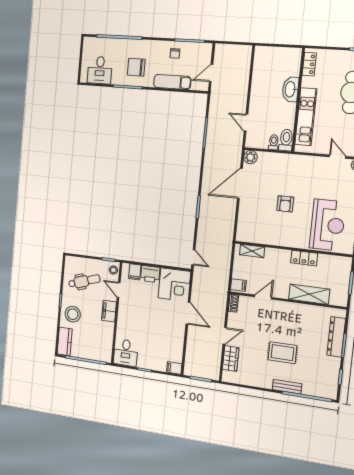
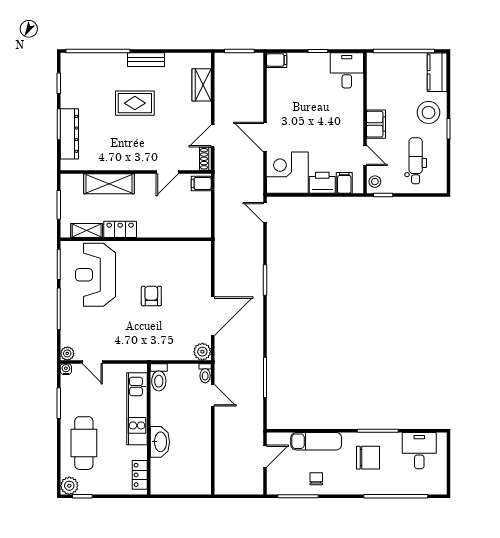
toilet: (274, 142) -> (205, 373), moved
shelving: (252, 251) -> (87, 230), moved
dental chair: (84, 281) -> (416, 161), turned 108
door: (225, 336) -> (213, 136), moved
bench: (287, 387) -> (146, 60), moved

